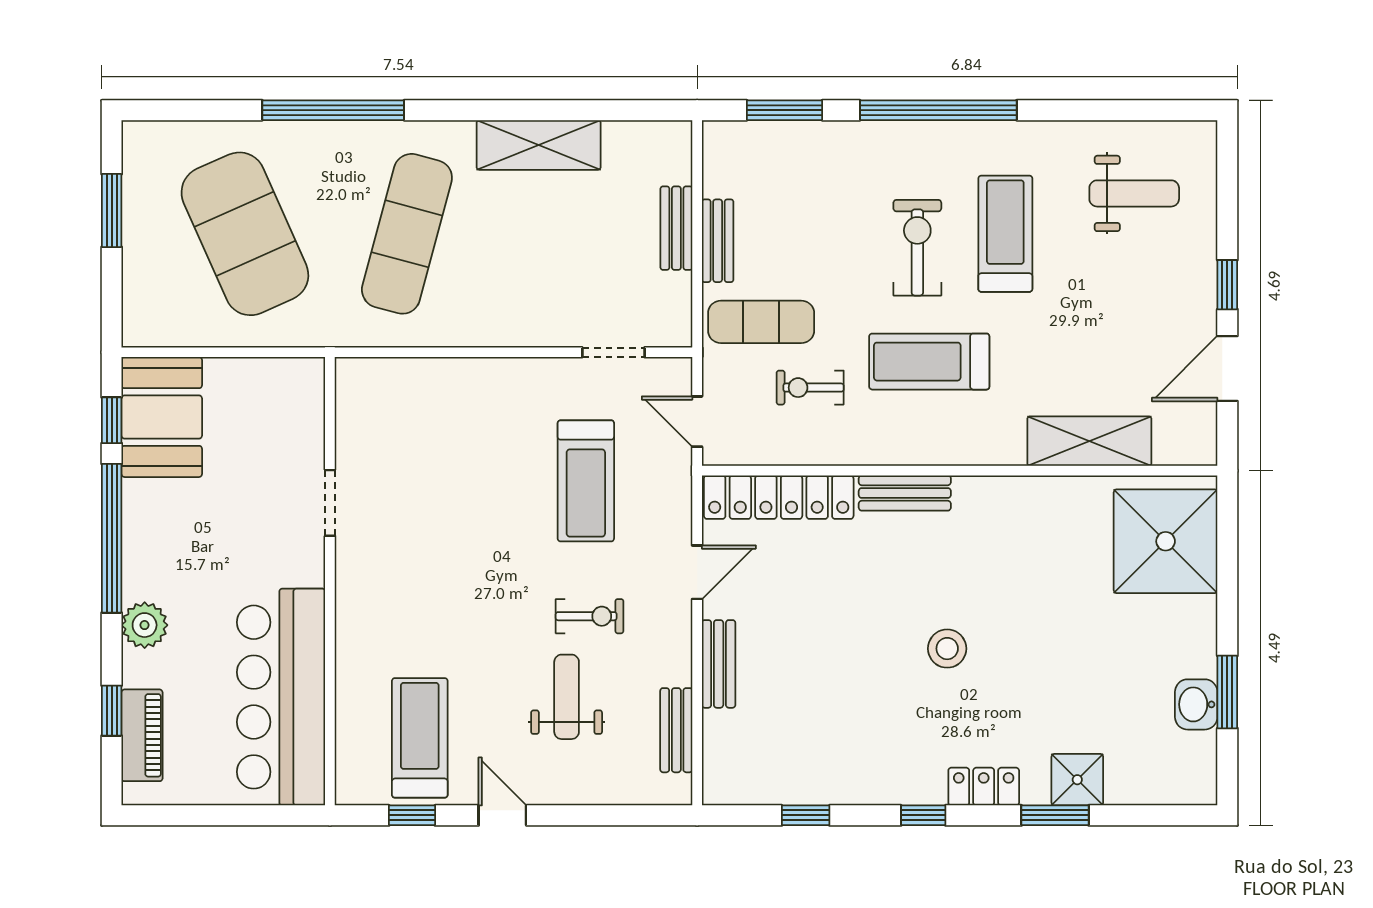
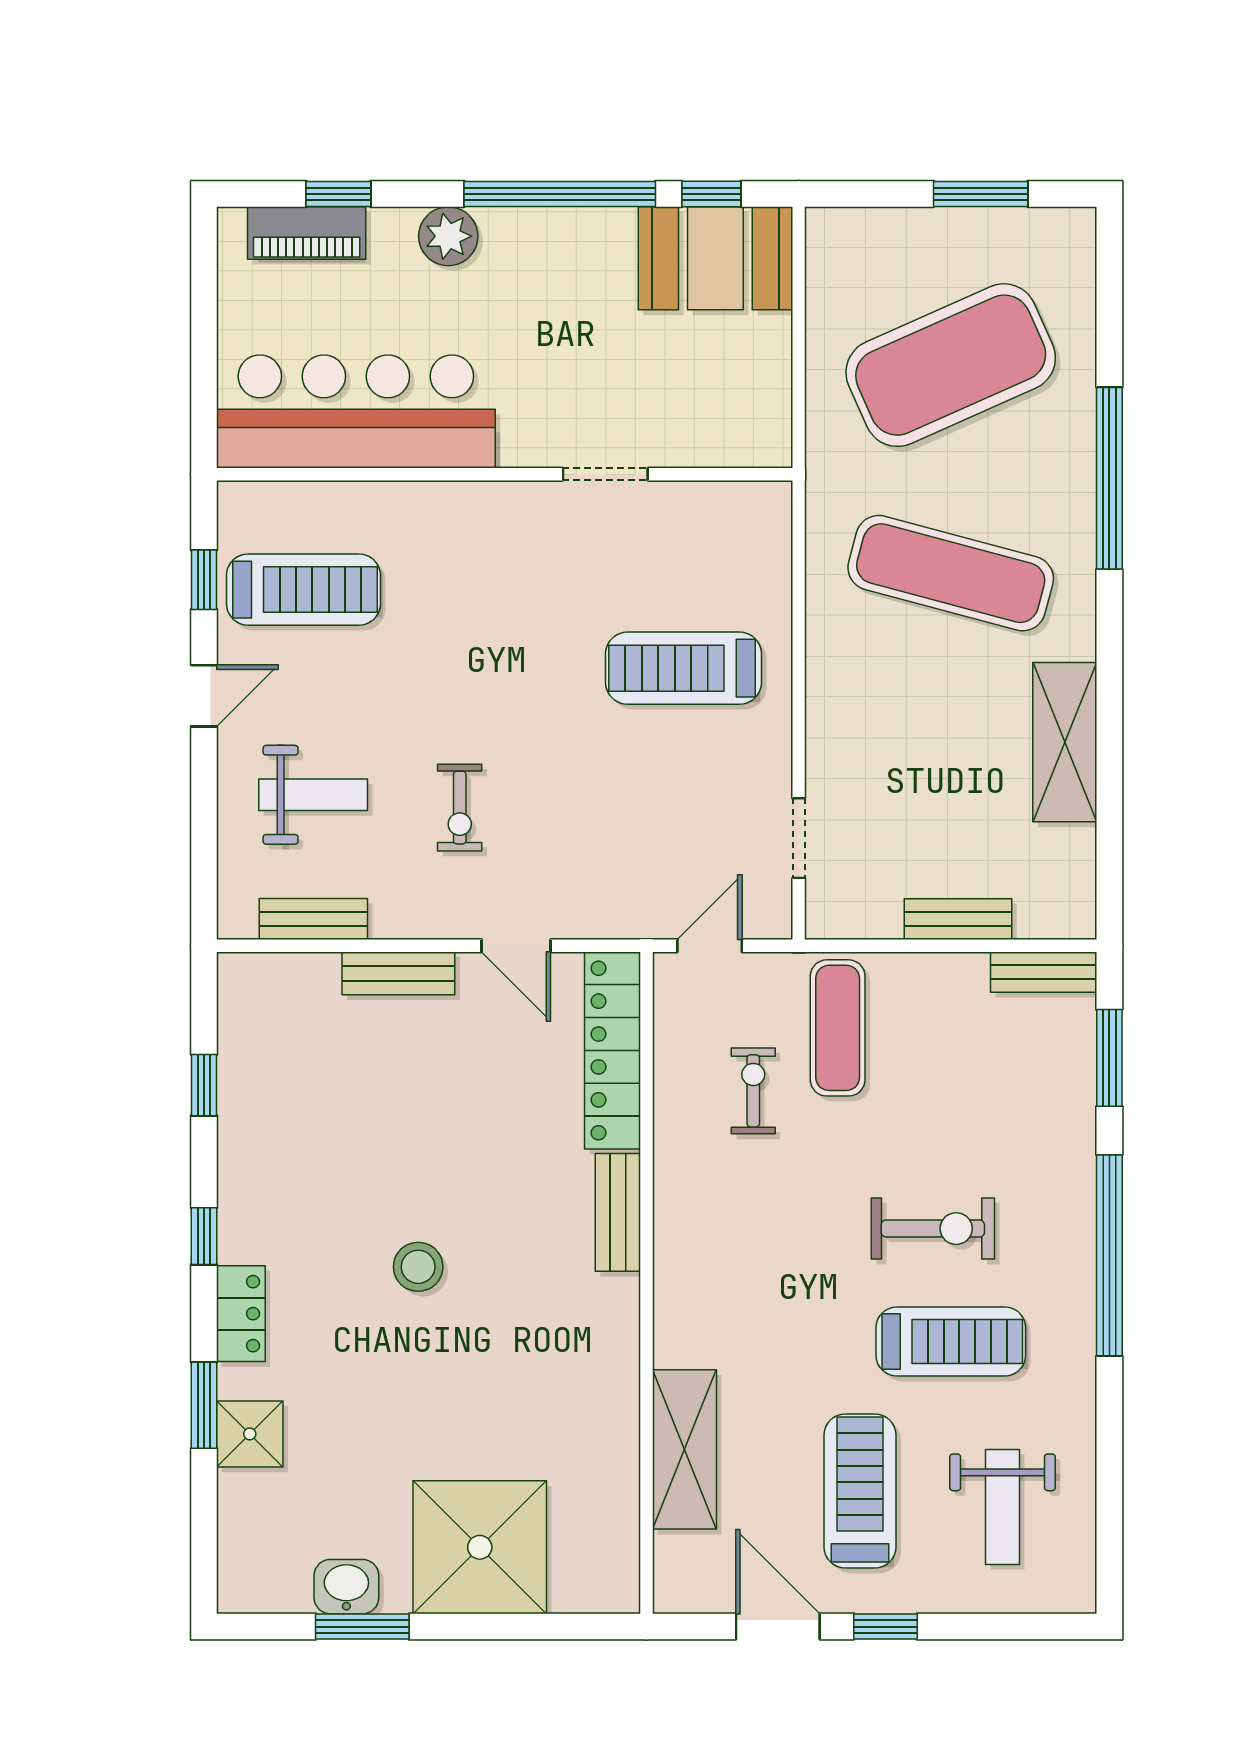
bench: (718, 241) -> (1044, 972), moved
treadmill: (929, 362) -> (860, 1491), moved
treadmill: (586, 481) -> (684, 668), moved
shower: (1166, 541) -> (480, 1547), moved
weight bench: (567, 697) -> (313, 795), moved

